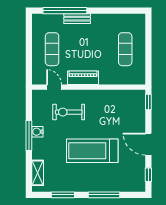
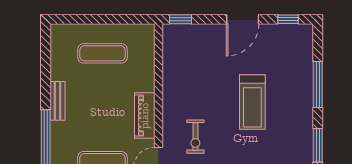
bench: (77, 19) -> (58, 101), moved
exercise bike: (69, 112) -> (195, 137), width x0.73, depth x0.72
treadmill: (92, 151) -> (252, 102), width x0.73, depth x0.73

